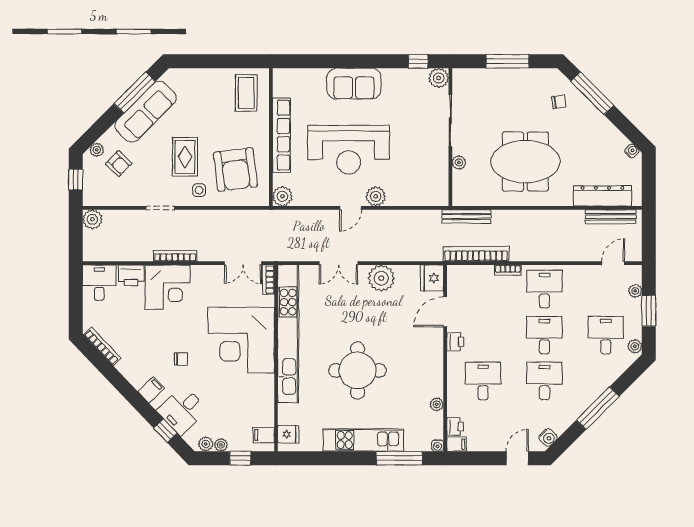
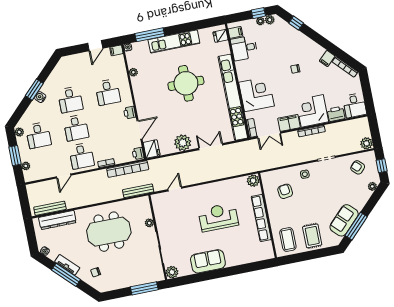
window: (418, 61) -> (187, 280), removed
window: (507, 61) -> (144, 288), moved
sofa: (354, 84) -> (208, 261), moved
window: (592, 93) -> (66, 275), moved
sofa: (146, 112) -> (344, 220), width x0.73
tv unit: (601, 122) -> (67, 265), added
reception desk: (349, 150) -> (218, 217), width x0.74, depth x0.77
rug: (185, 157) -> (312, 236), moved
armchair: (119, 164) -> (358, 167), moved
armchair: (235, 169) -> (285, 191), width x0.53, depth x0.53
plant: (376, 196) -> (196, 192), removed
door: (350, 208) -> (175, 189), moved
double door: (243, 263) -> (269, 135), swing flipped
door: (613, 263) -> (64, 176), moved
filing cabinet: (208, 276) -> (289, 123), added
corner desk: (241, 340) -> (256, 94), width x0.74, depth x0.74
filing cabinet: (151, 390) -> (327, 58), moved
window: (598, 408) -> (34, 90), width x0.69
desk: (182, 410) -> (244, 48), moved, turned -136
printer: (455, 427) -> (138, 154), moved
water cooler: (548, 437) -> (40, 97), moved
window: (240, 458) -> (258, 13), moved
door: (517, 458) -> (95, 46), moved

